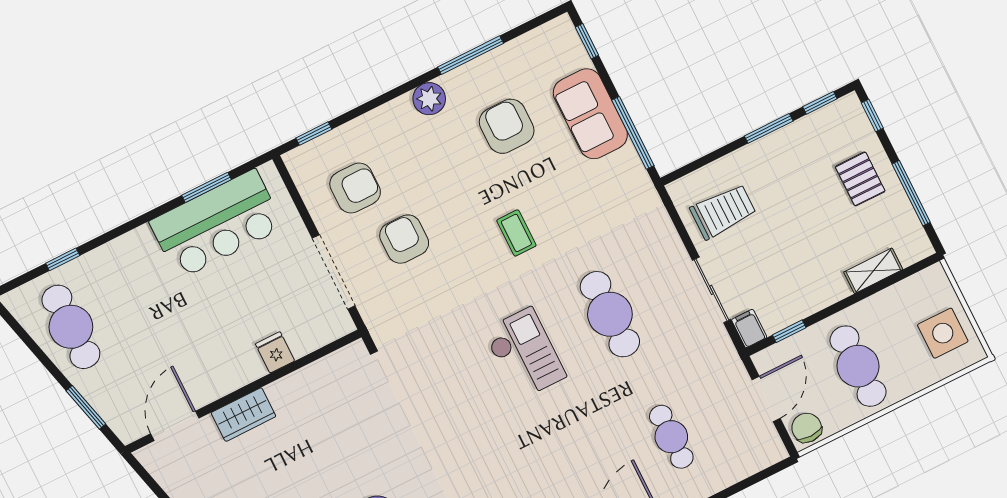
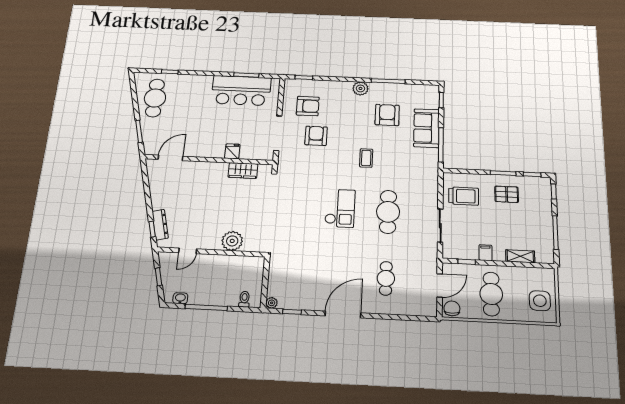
pallet: (860, 179) -> (507, 194), moved, turned 90
filing cabinet: (749, 329) -> (486, 253), moved
wardrobe: (244, 415) -> (243, 171), moved

